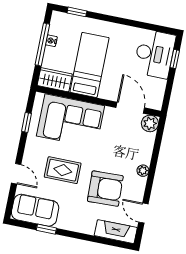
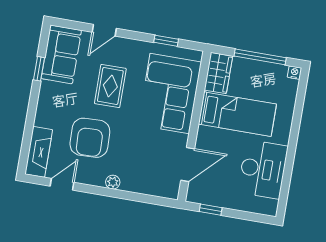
window: (77, 12) -> (300, 97), removed
nightstand: (51, 41) -> (294, 73), moved
desk: (155, 54) -> (263, 169), moved, turned -90
window: (175, 59) -> (211, 210), moved
plant: (150, 123) -> (170, 189), removed

